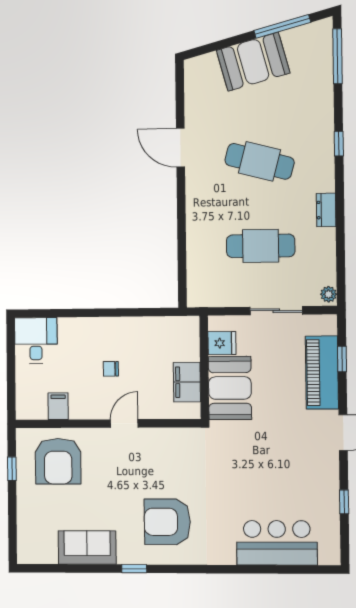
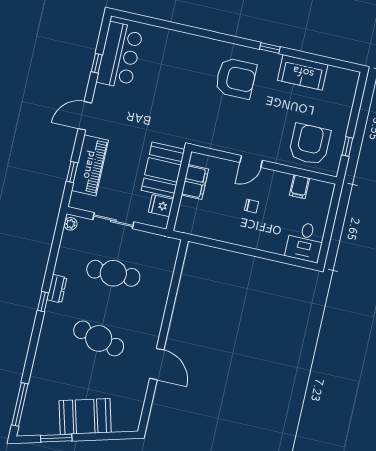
window: (282, 26) -> (56, 438), width x0.69
window: (339, 144) -> (43, 302), moved
bar counter: (277, 543) -> (120, 55), moved, turned -90

